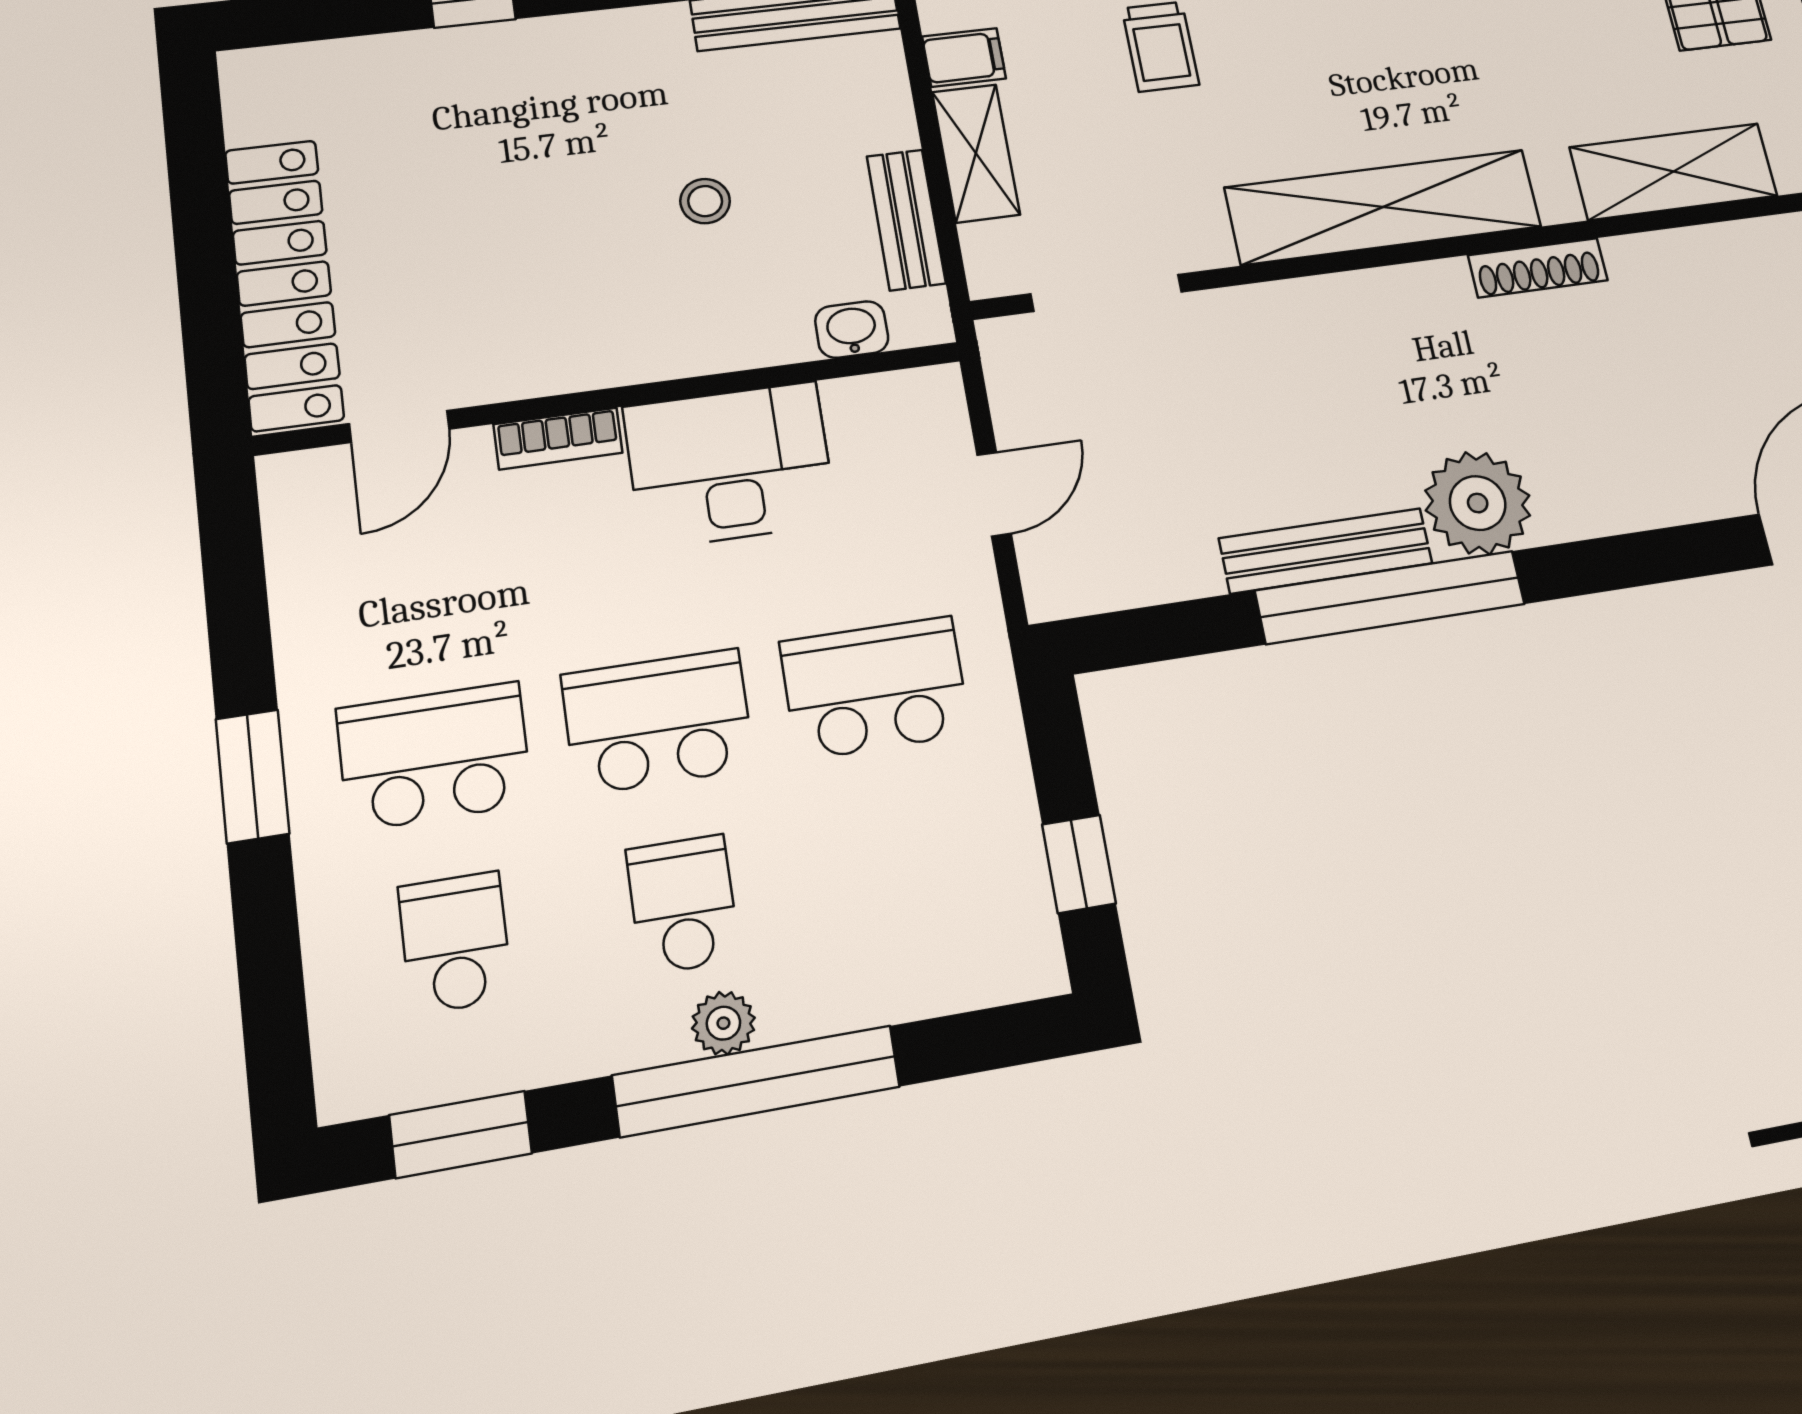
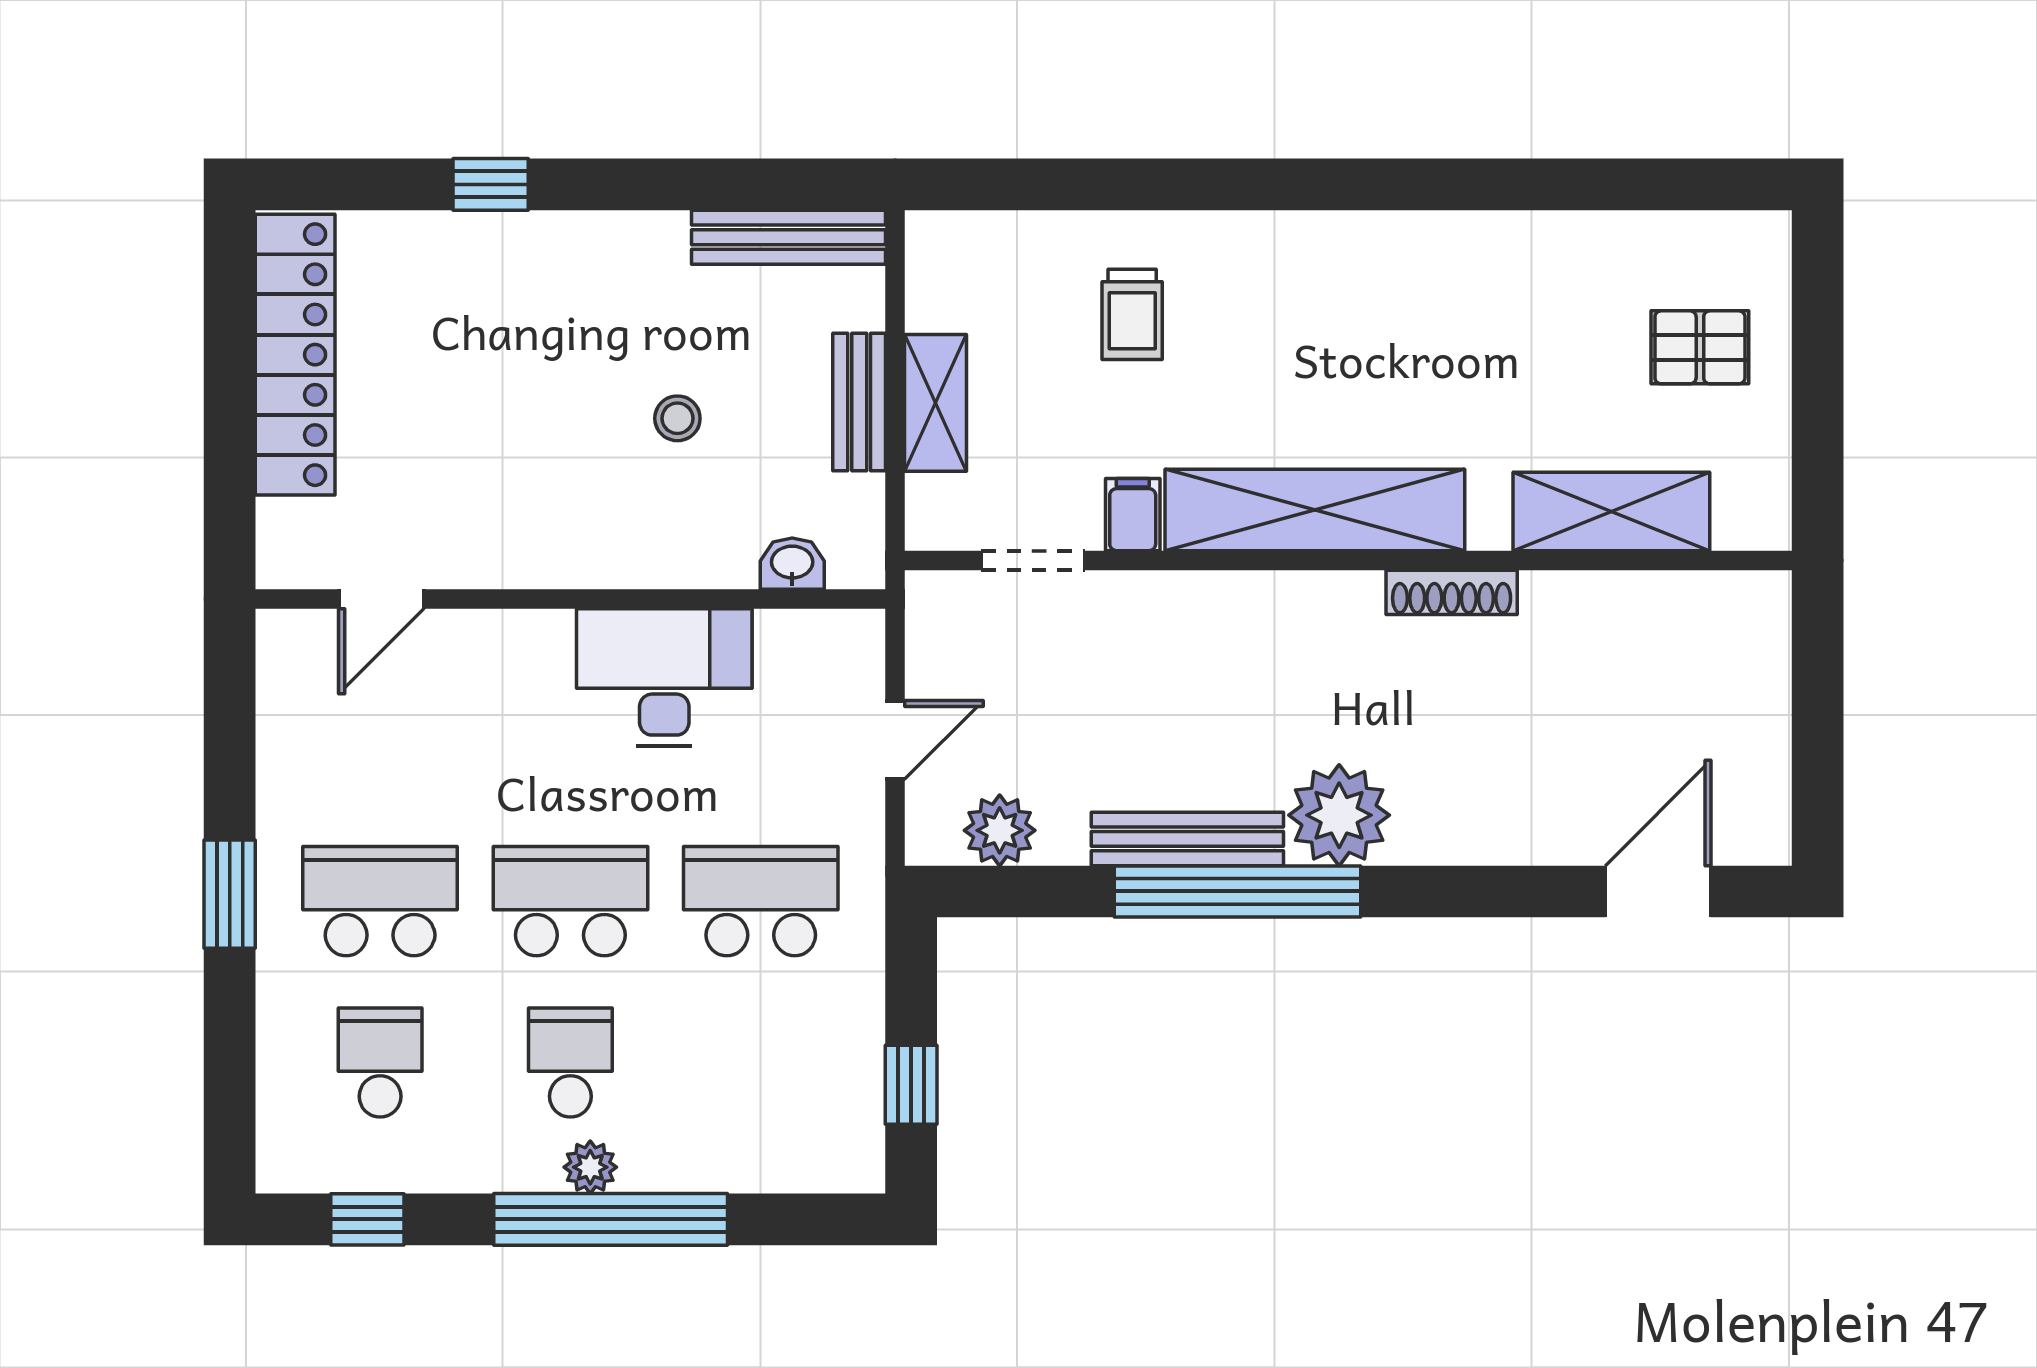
filing cabinet: (964, 57) -> (1133, 515), moved, turned -90
bench: (906, 220) -> (859, 402), moved
locker: (284, 284) -> (295, 355), moved
doorway: (1106, 293) -> (1033, 560), width x0.73
bookcase: (558, 438) -> (517, 630), removed
plant: (1124, 572) -> (1000, 830), added
window: (461, 1134) -> (367, 1219), width x0.67

